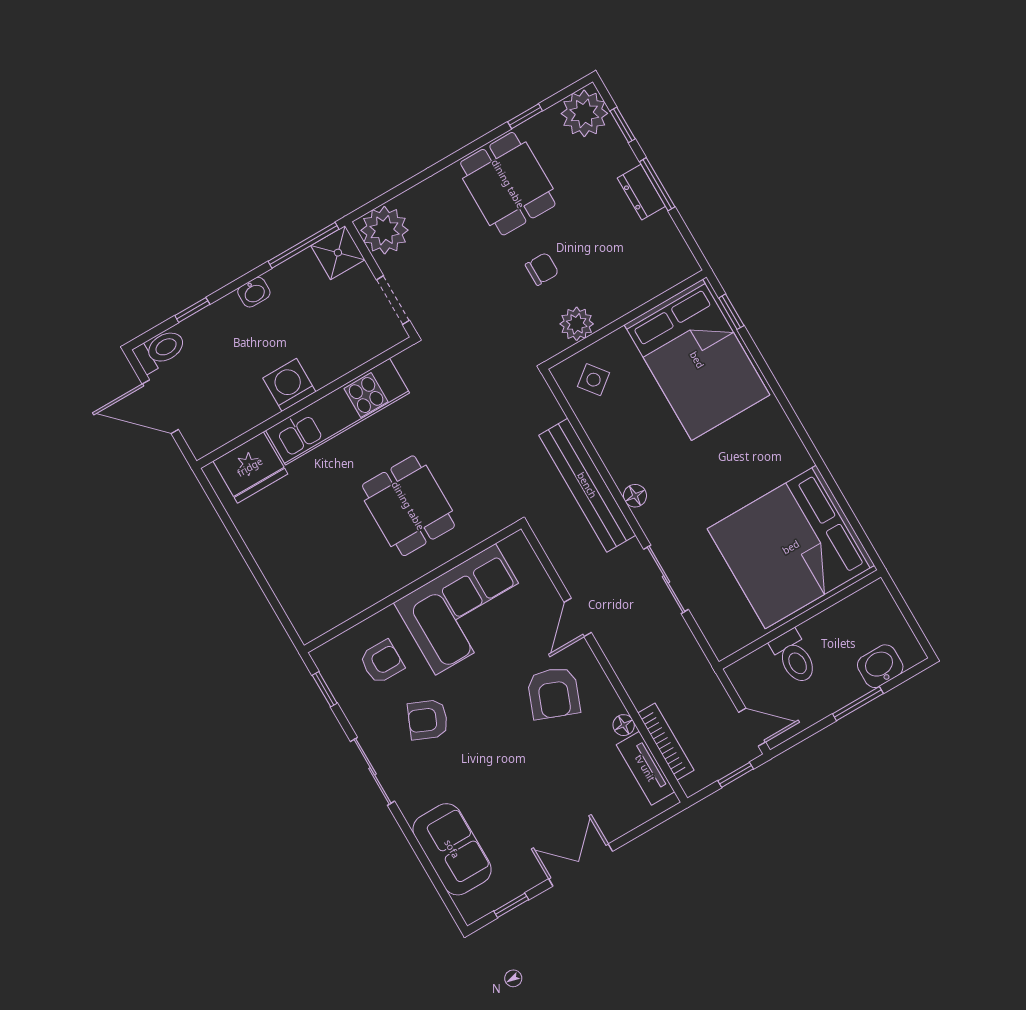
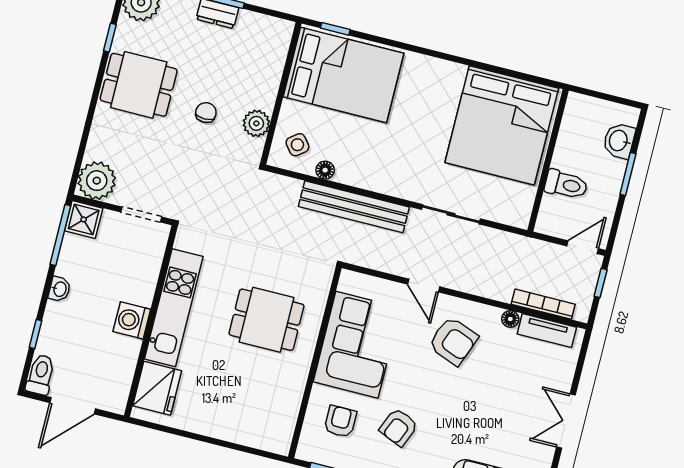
floor lamp: (635, 496) -> (325, 170), moved

